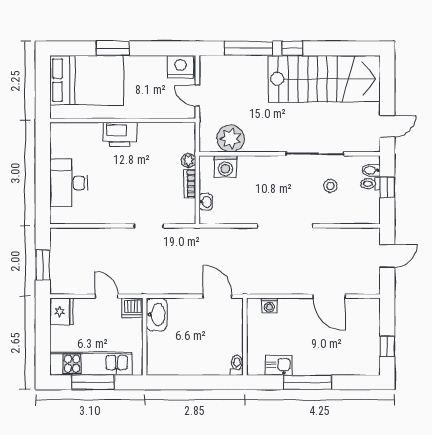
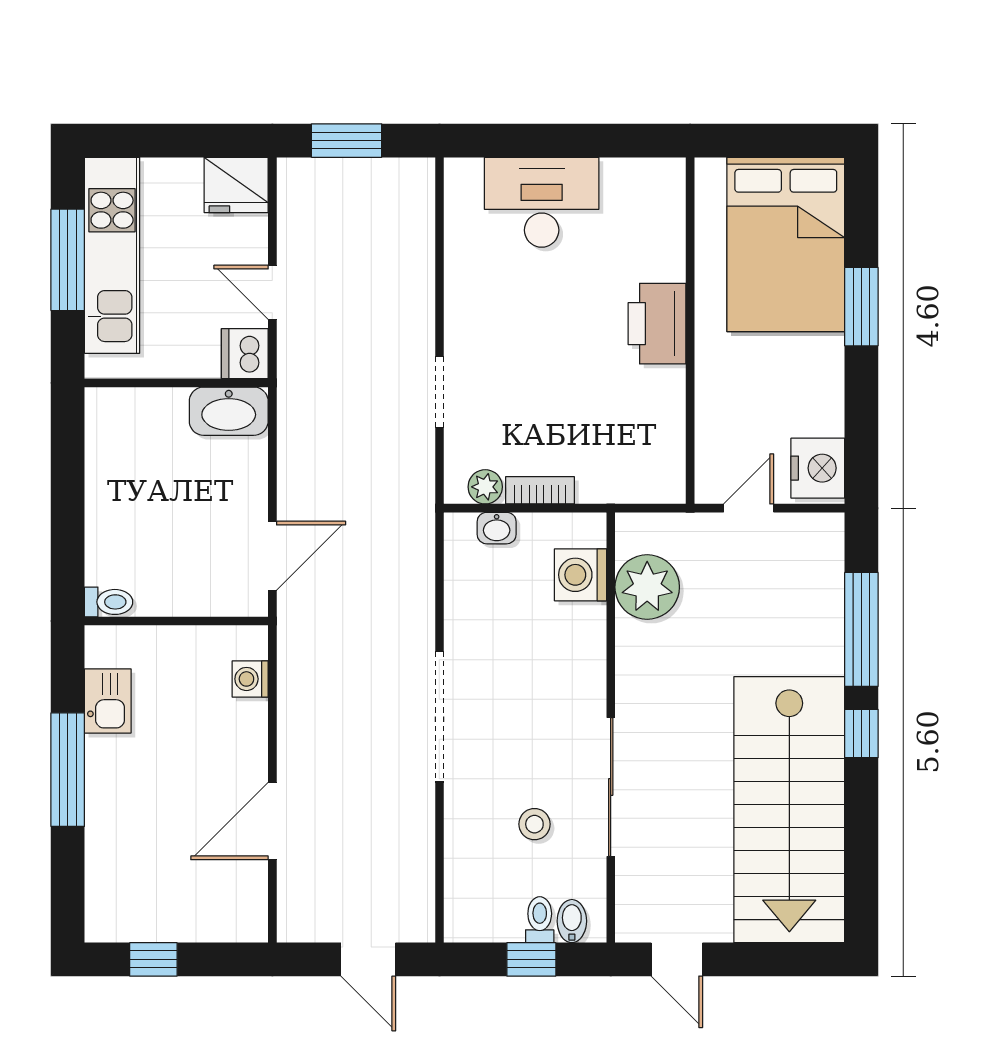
plant: (188, 161) -> (485, 487), moved
door: (107, 296) -> (272, 292), swing flipped

